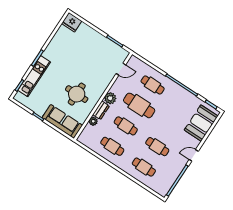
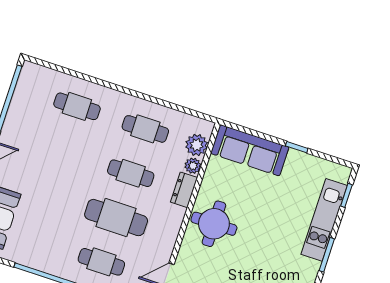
round table: (77, 94) -> (214, 224), moved
plant: (110, 98) -> (197, 145), moved
cafe table: (157, 147) -> (62, 151), removed

